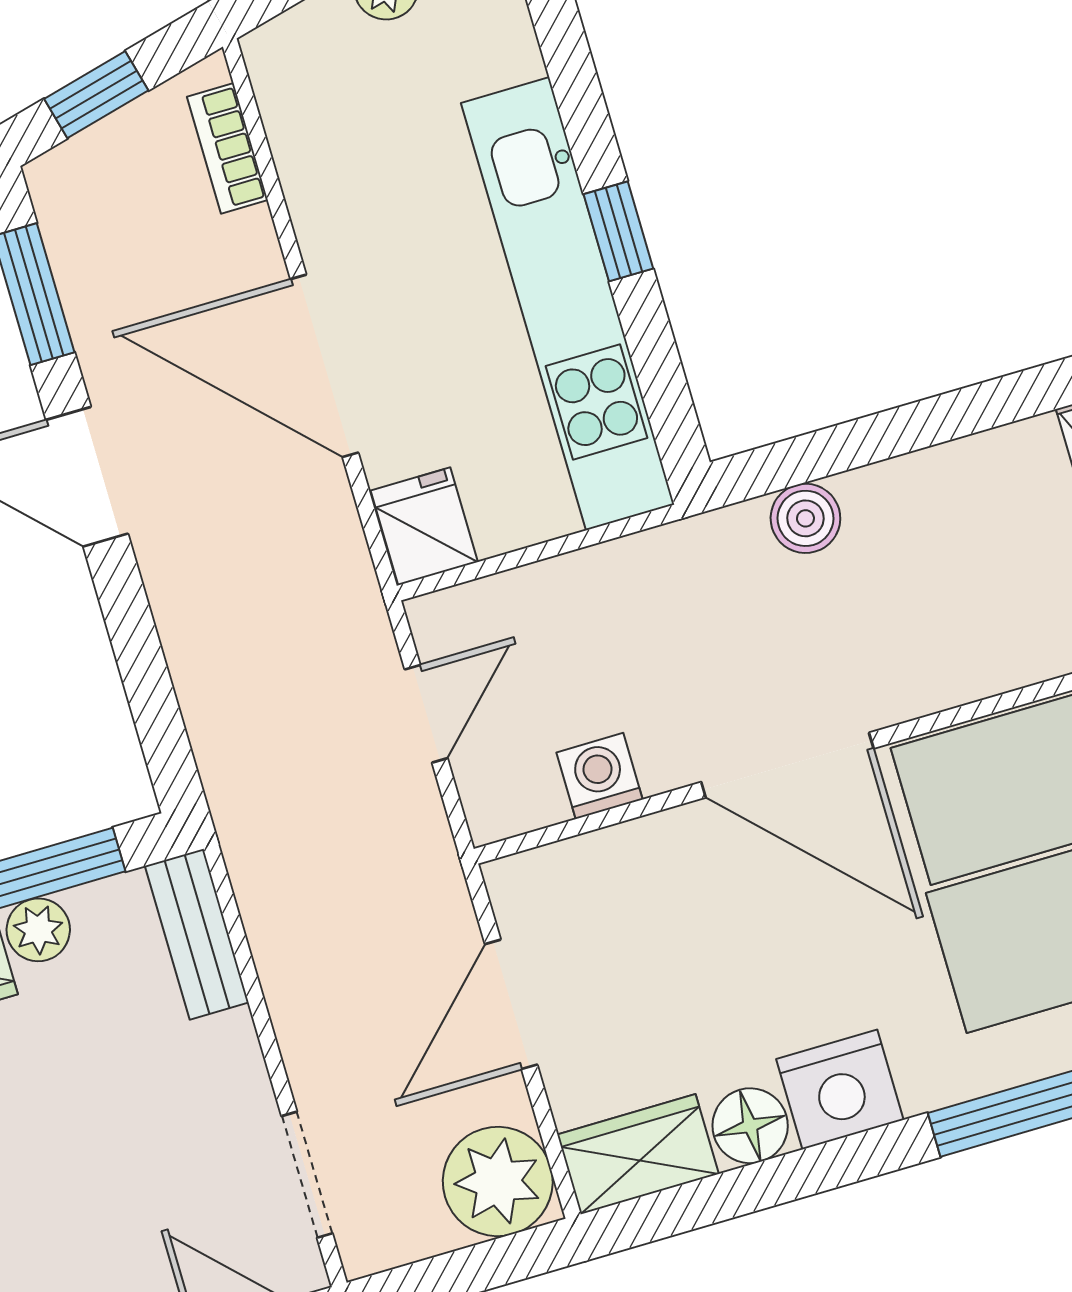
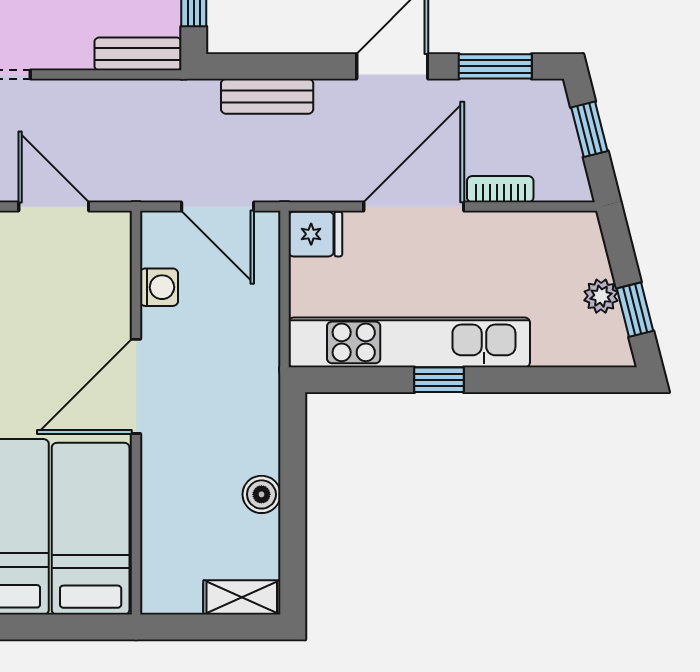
bookcase: (227, 148) -> (500, 189), moved
boiler: (805, 518) -> (261, 494), moved
bench: (205, 683) -> (267, 96), added
door: (426, 714) -> (218, 207), width x1.38

